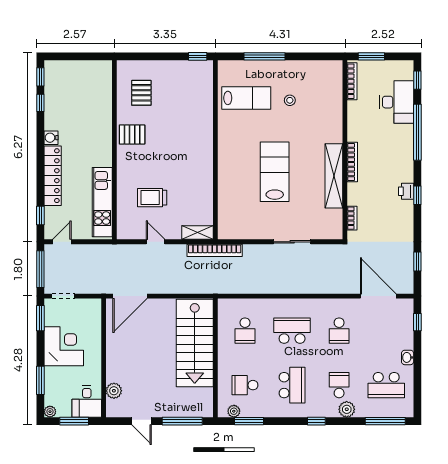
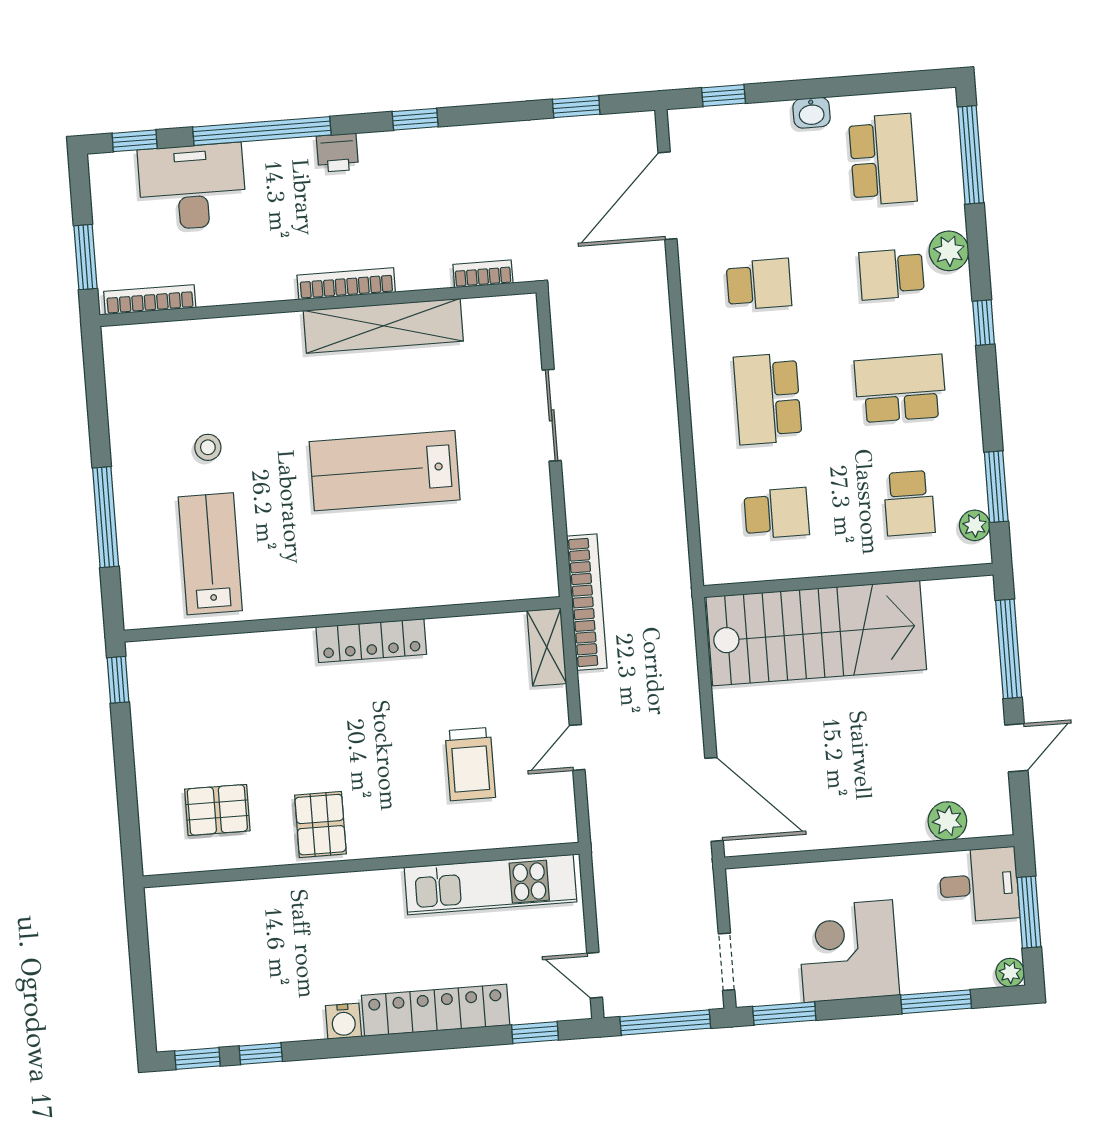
locker: (206, 161) -> (371, 641), added
printer: (406, 191) -> (337, 153), moved

